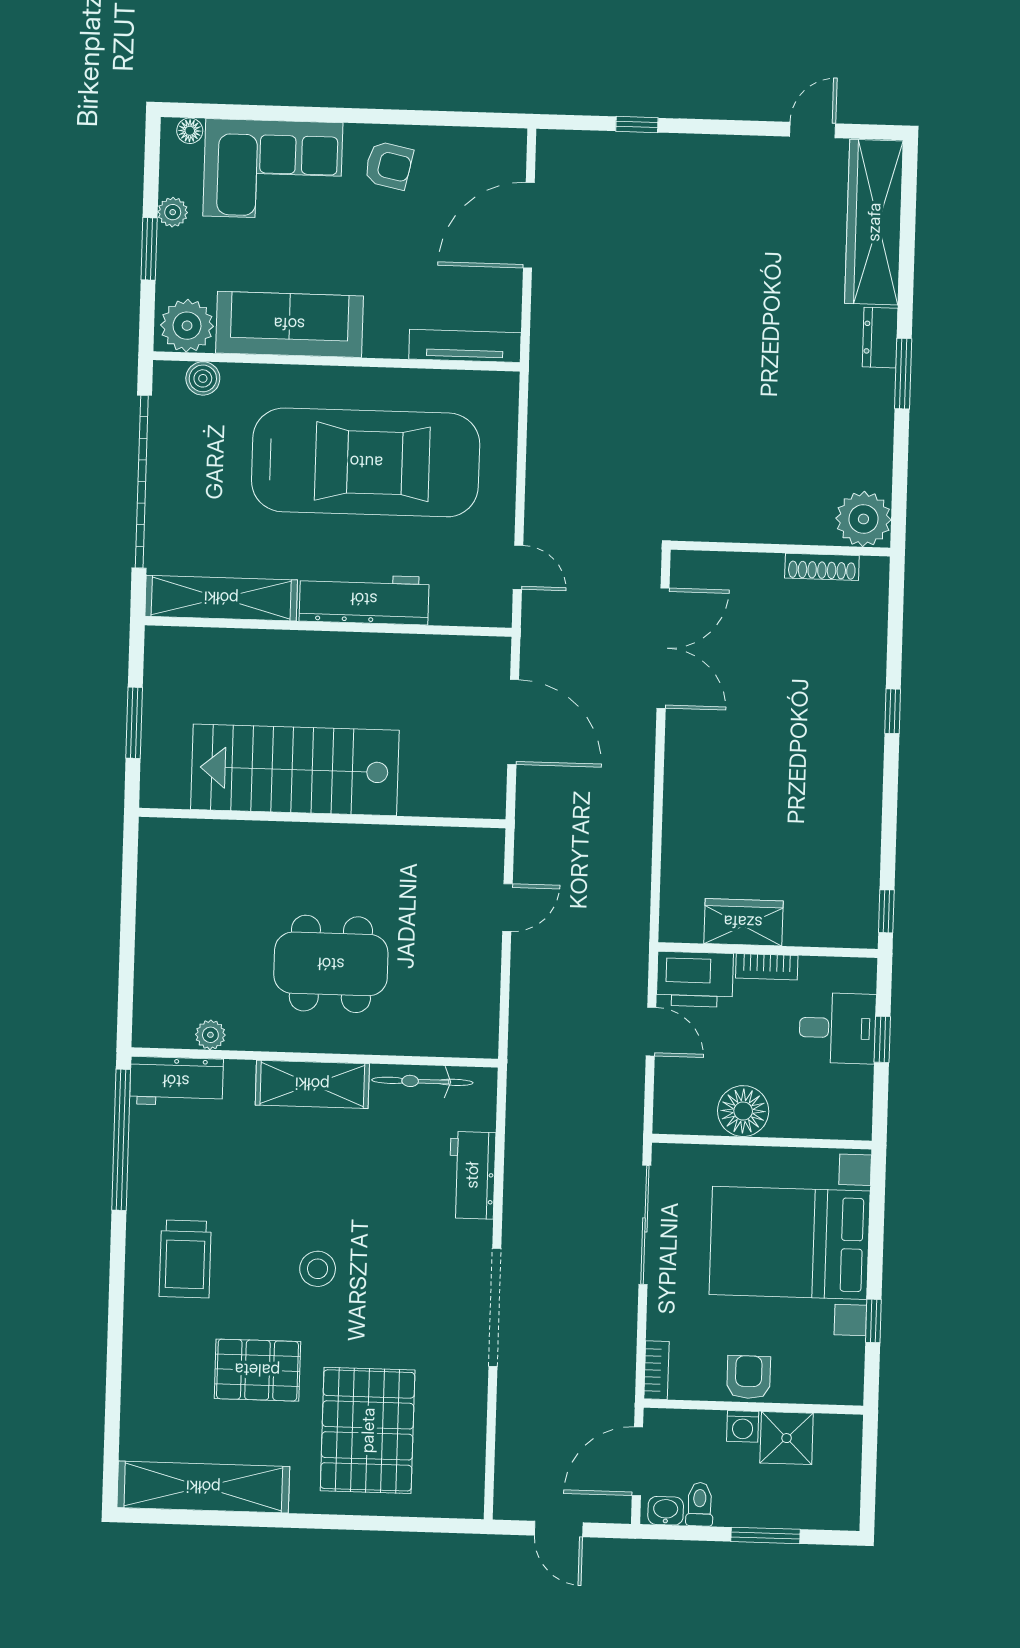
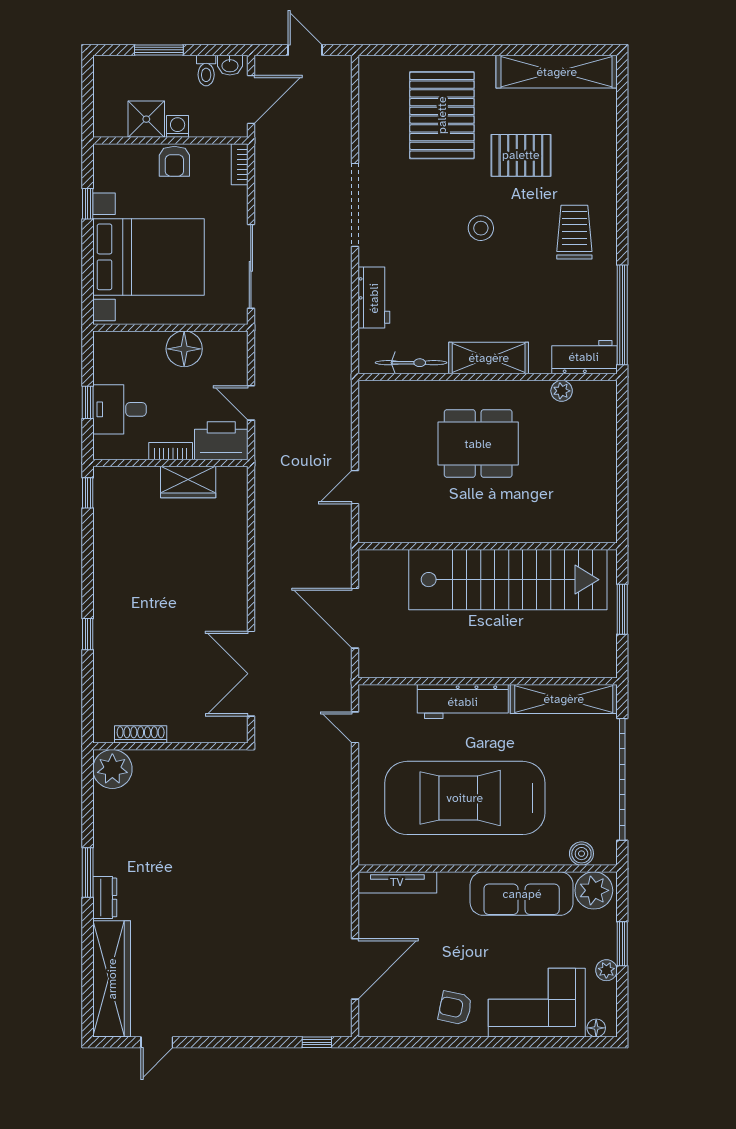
window: (637, 125) -> (317, 1042), moved
stairs: (295, 770) -> (508, 580), width x1.36

